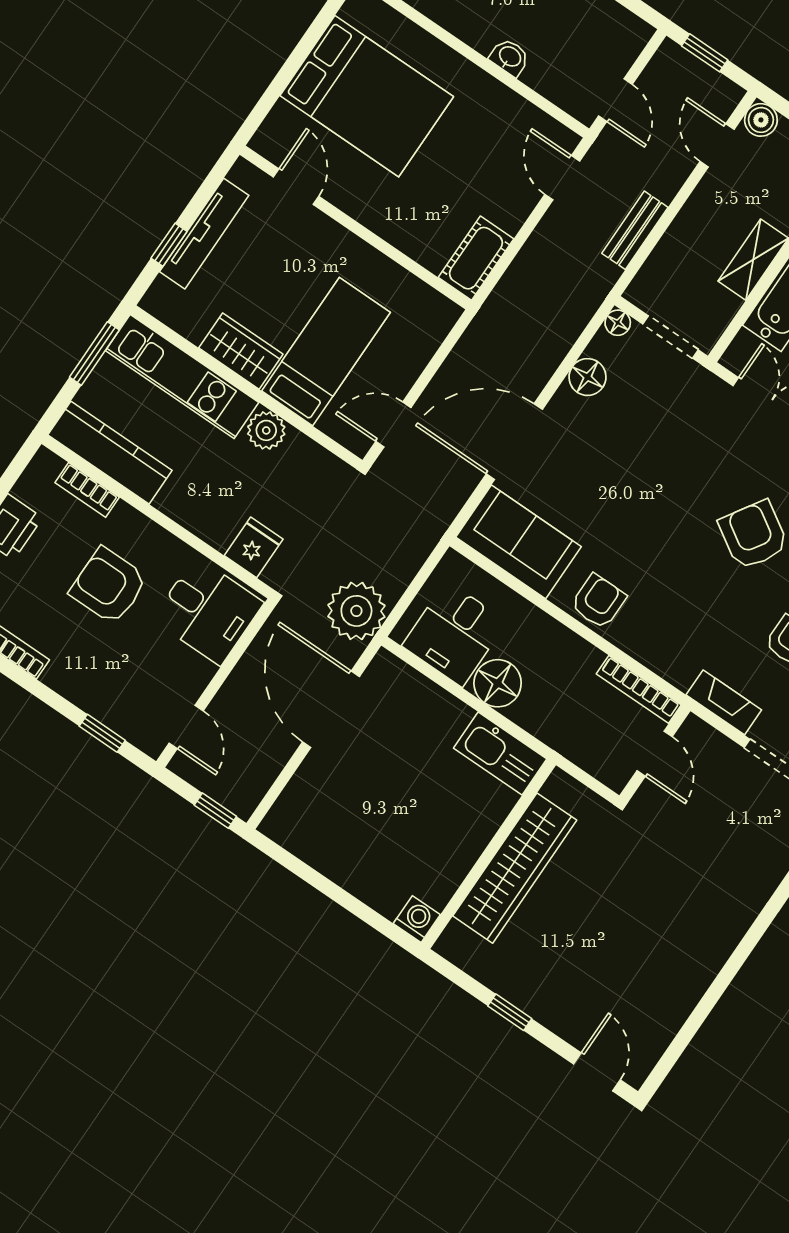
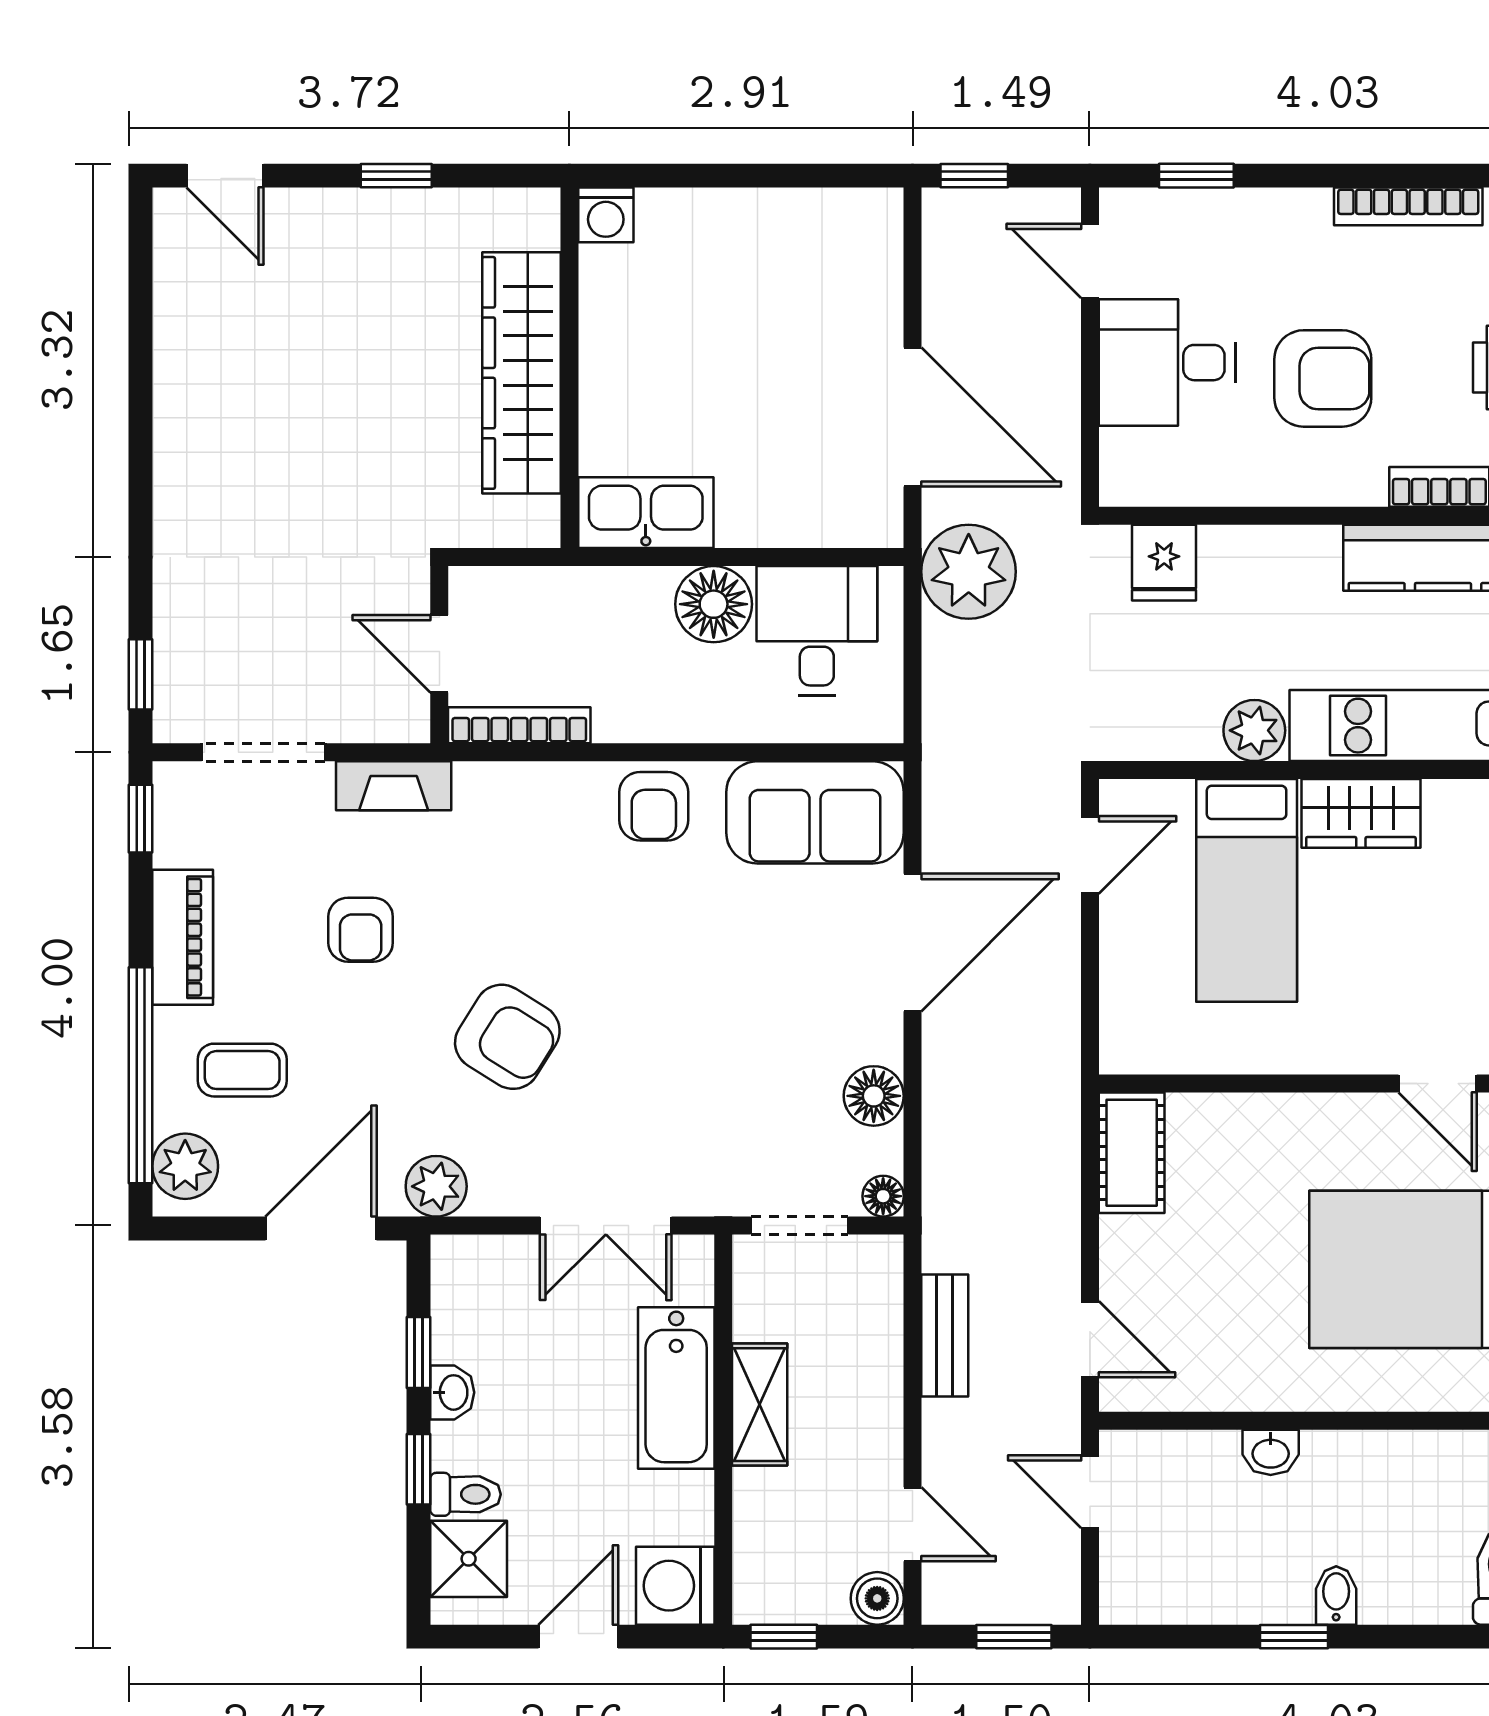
desk: (208, 611) -> (1167, 363), moved

